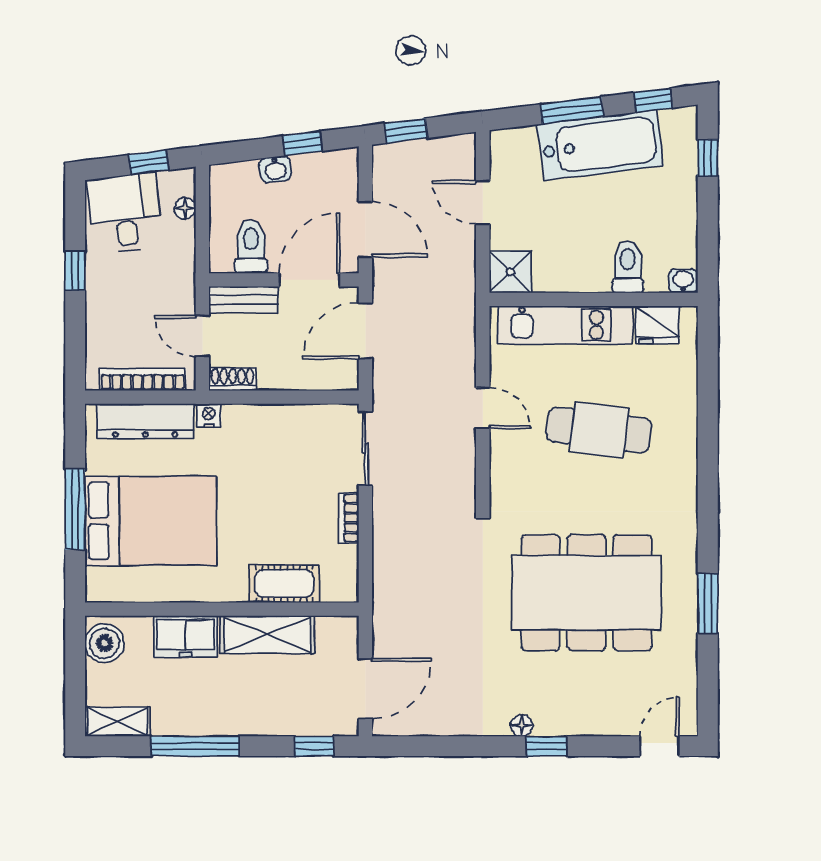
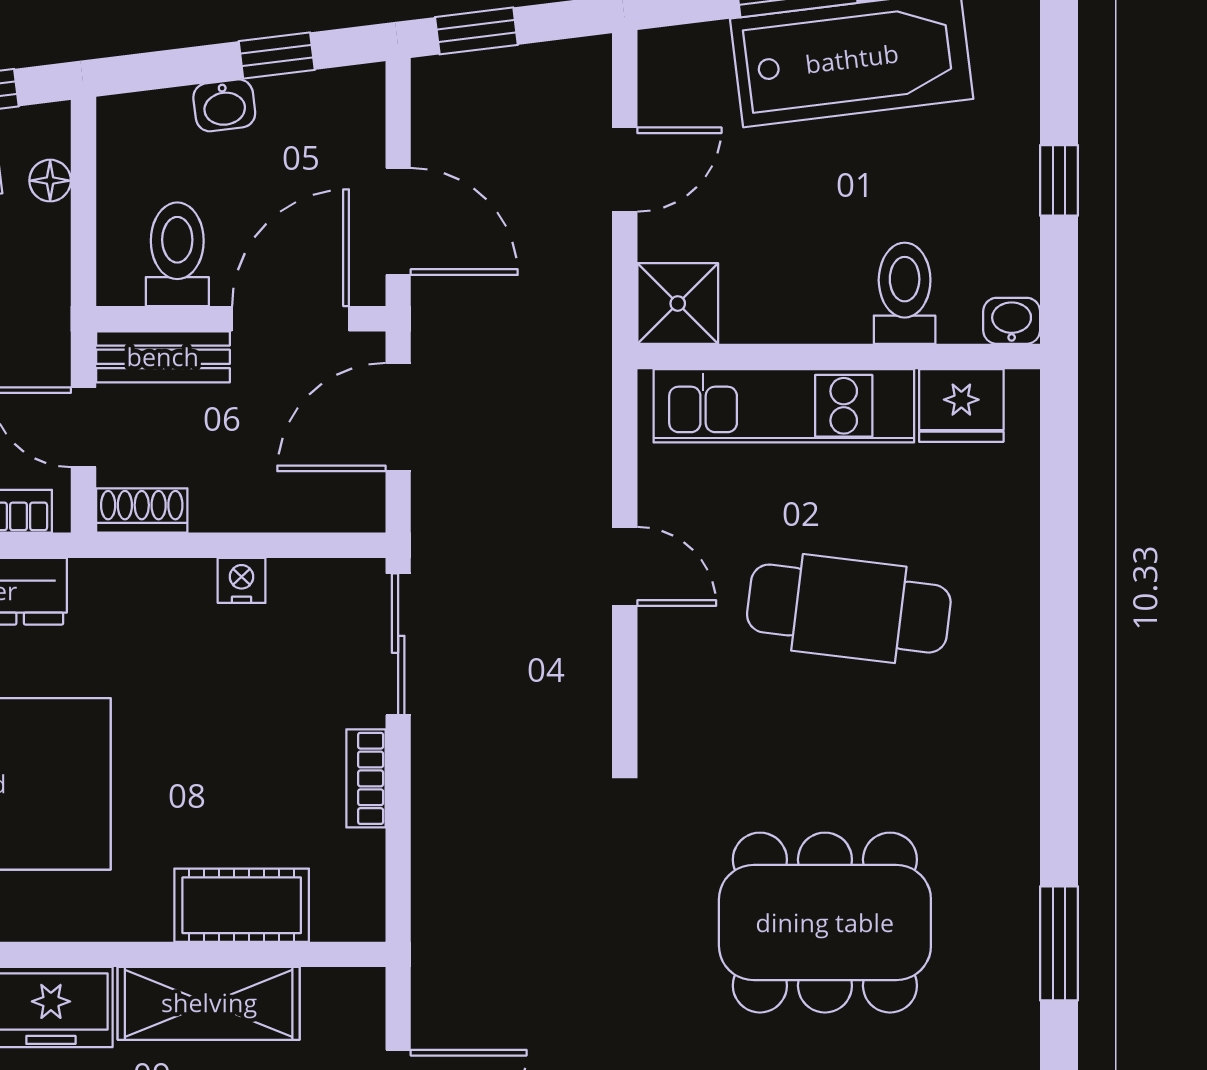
window: (708, 158) -> (1059, 180), moved
door: (483, 203) -> (625, 170), swing flipped
nightstand: (209, 415) -> (242, 580), moved
dining table: (586, 593) -> (825, 923), width x0.73, depth x0.80

